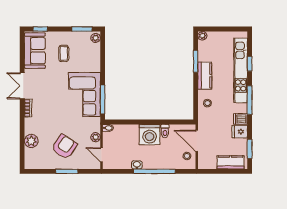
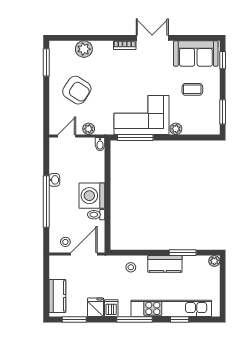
plant: (96, 38) -> (176, 129), moved
window: (67, 171) -> (46, 62), moved

